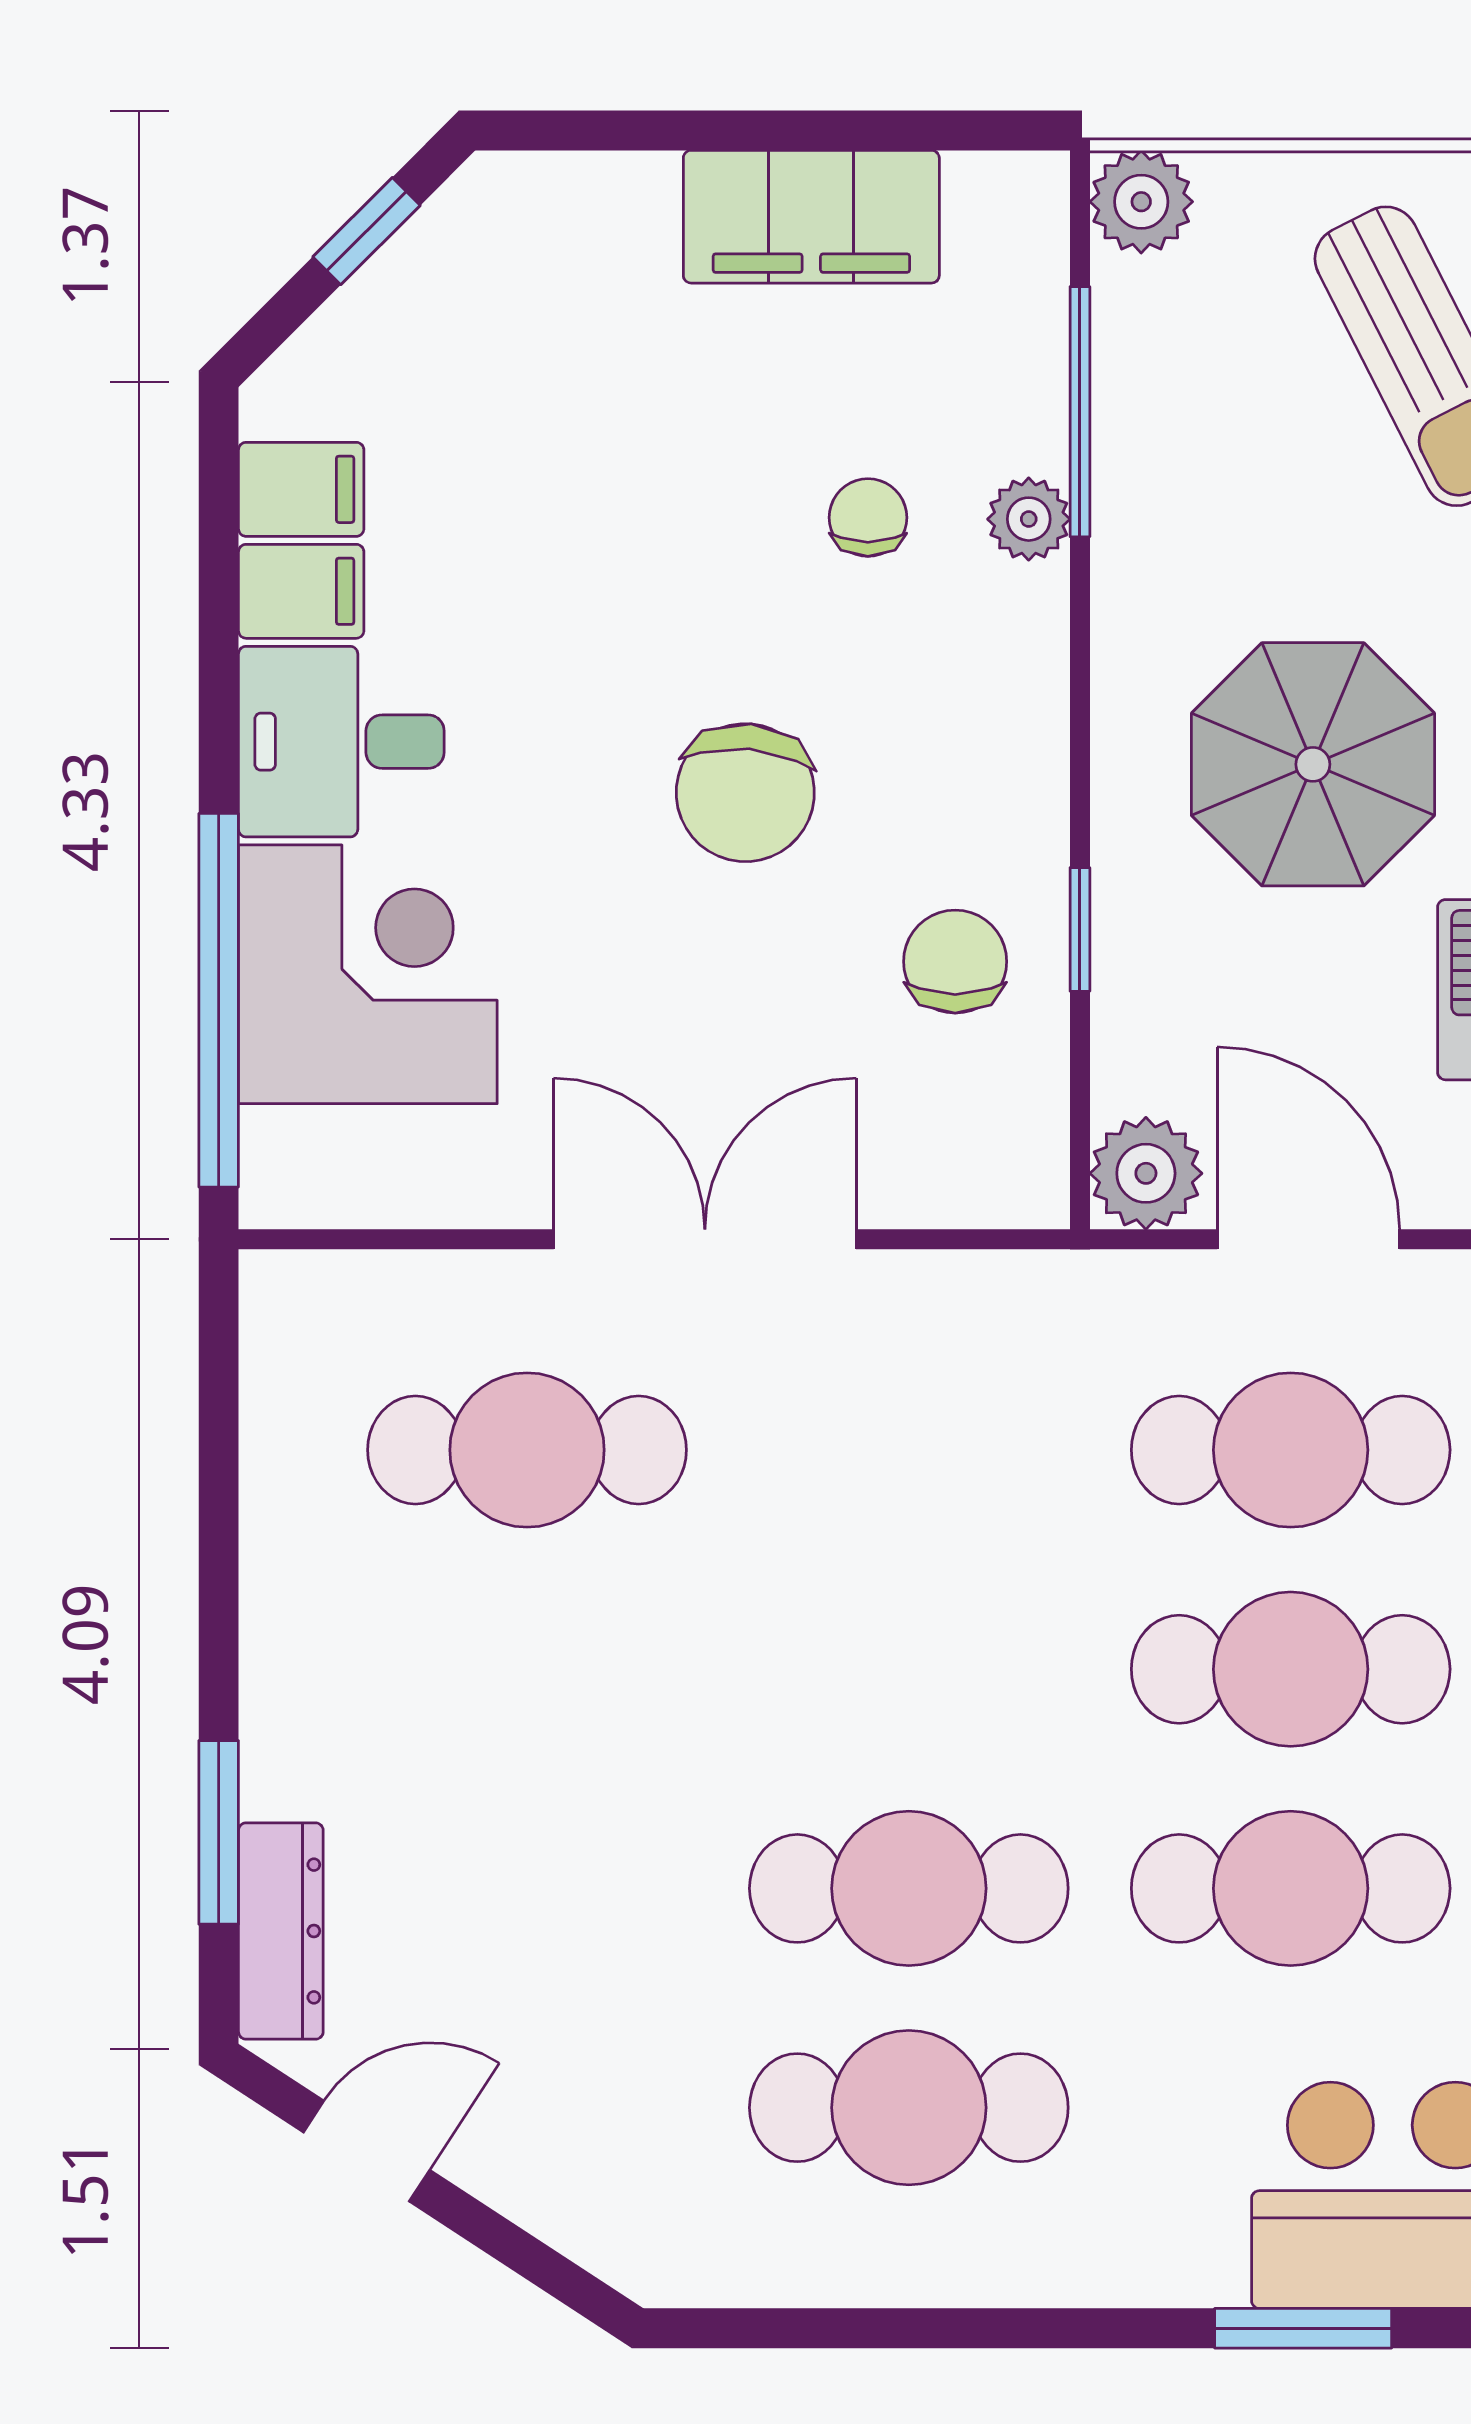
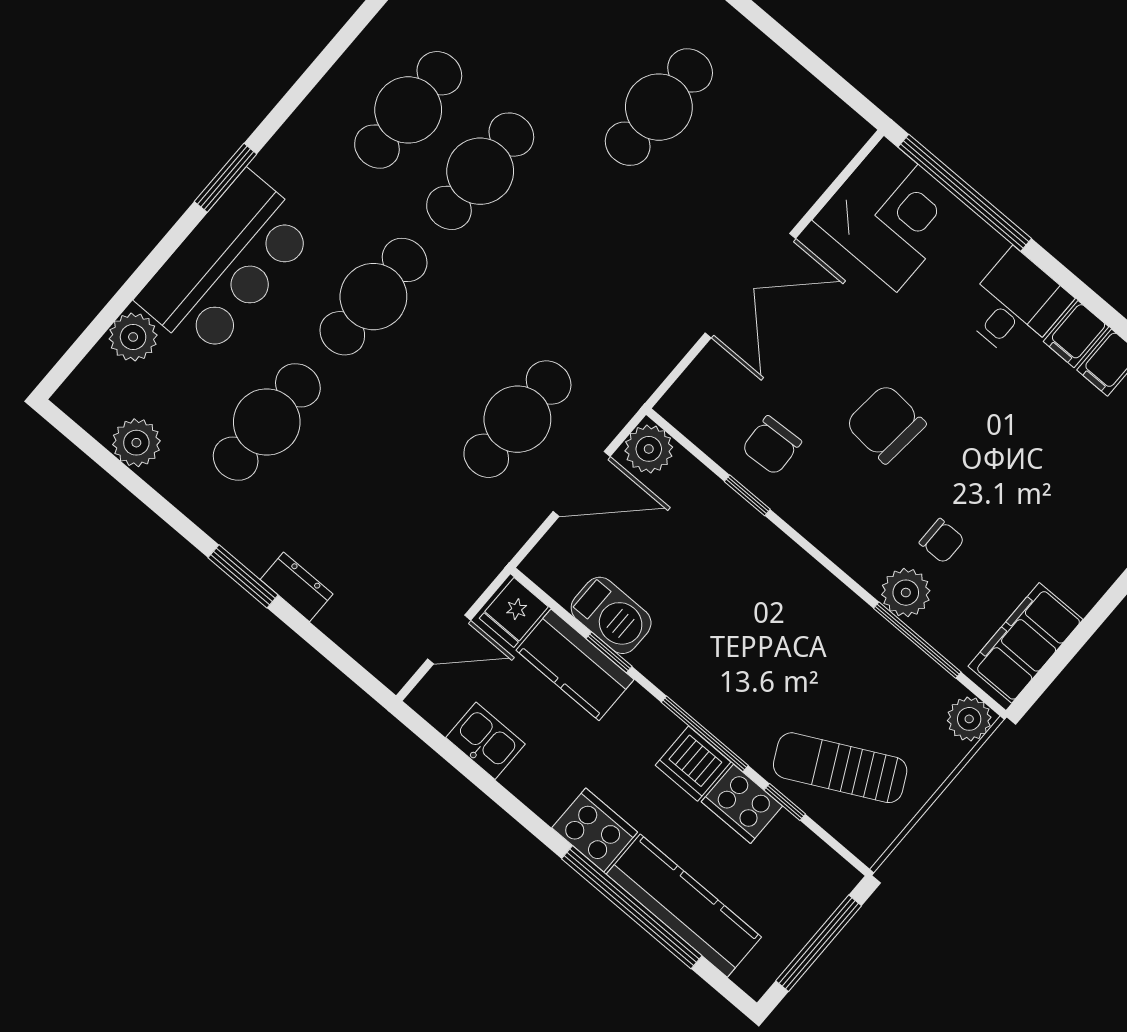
filing cabinet: (811, 217) -> (1025, 643), moved
plant: (1029, 519) -> (906, 593), width x1.38, depth x1.38
parasol: (1313, 764) -> (736, 618), removed
chair: (955, 962) -> (772, 445), turned 87
corner desk: (368, 974) -> (890, 214), moved, turned -90
cafe table: (527, 1450) -> (659, 107), moved
cafe table: (1291, 1669) -> (445, 358), removed

